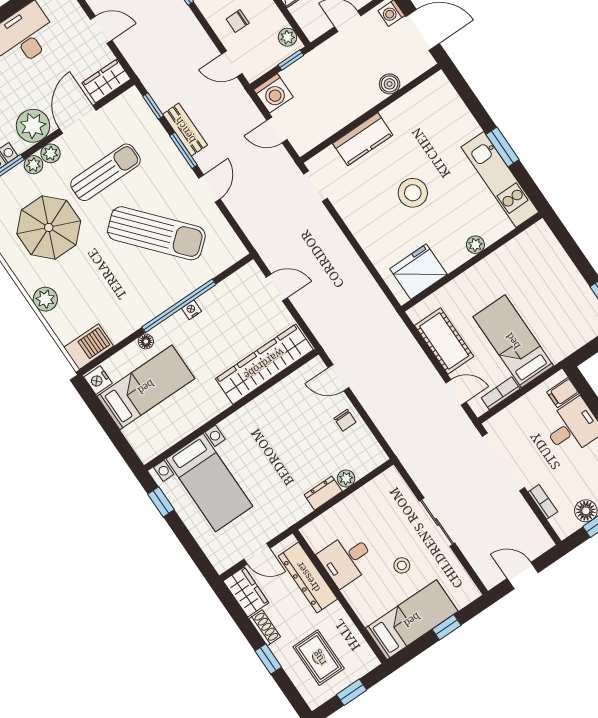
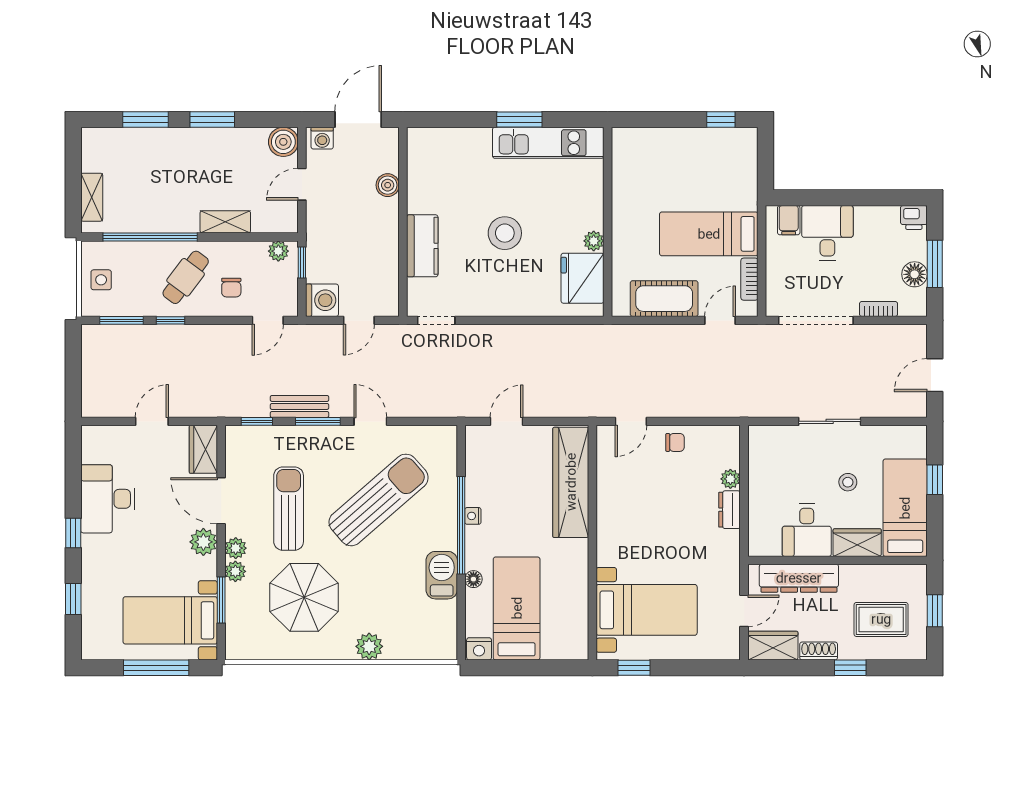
plant: (33, 126) -> (203, 542), width x0.73, depth x0.73
plant: (475, 245) -> (594, 241), moved
barbecue: (89, 347) -> (442, 575), moved
wardrobe: (363, 602) -> (857, 543), added

